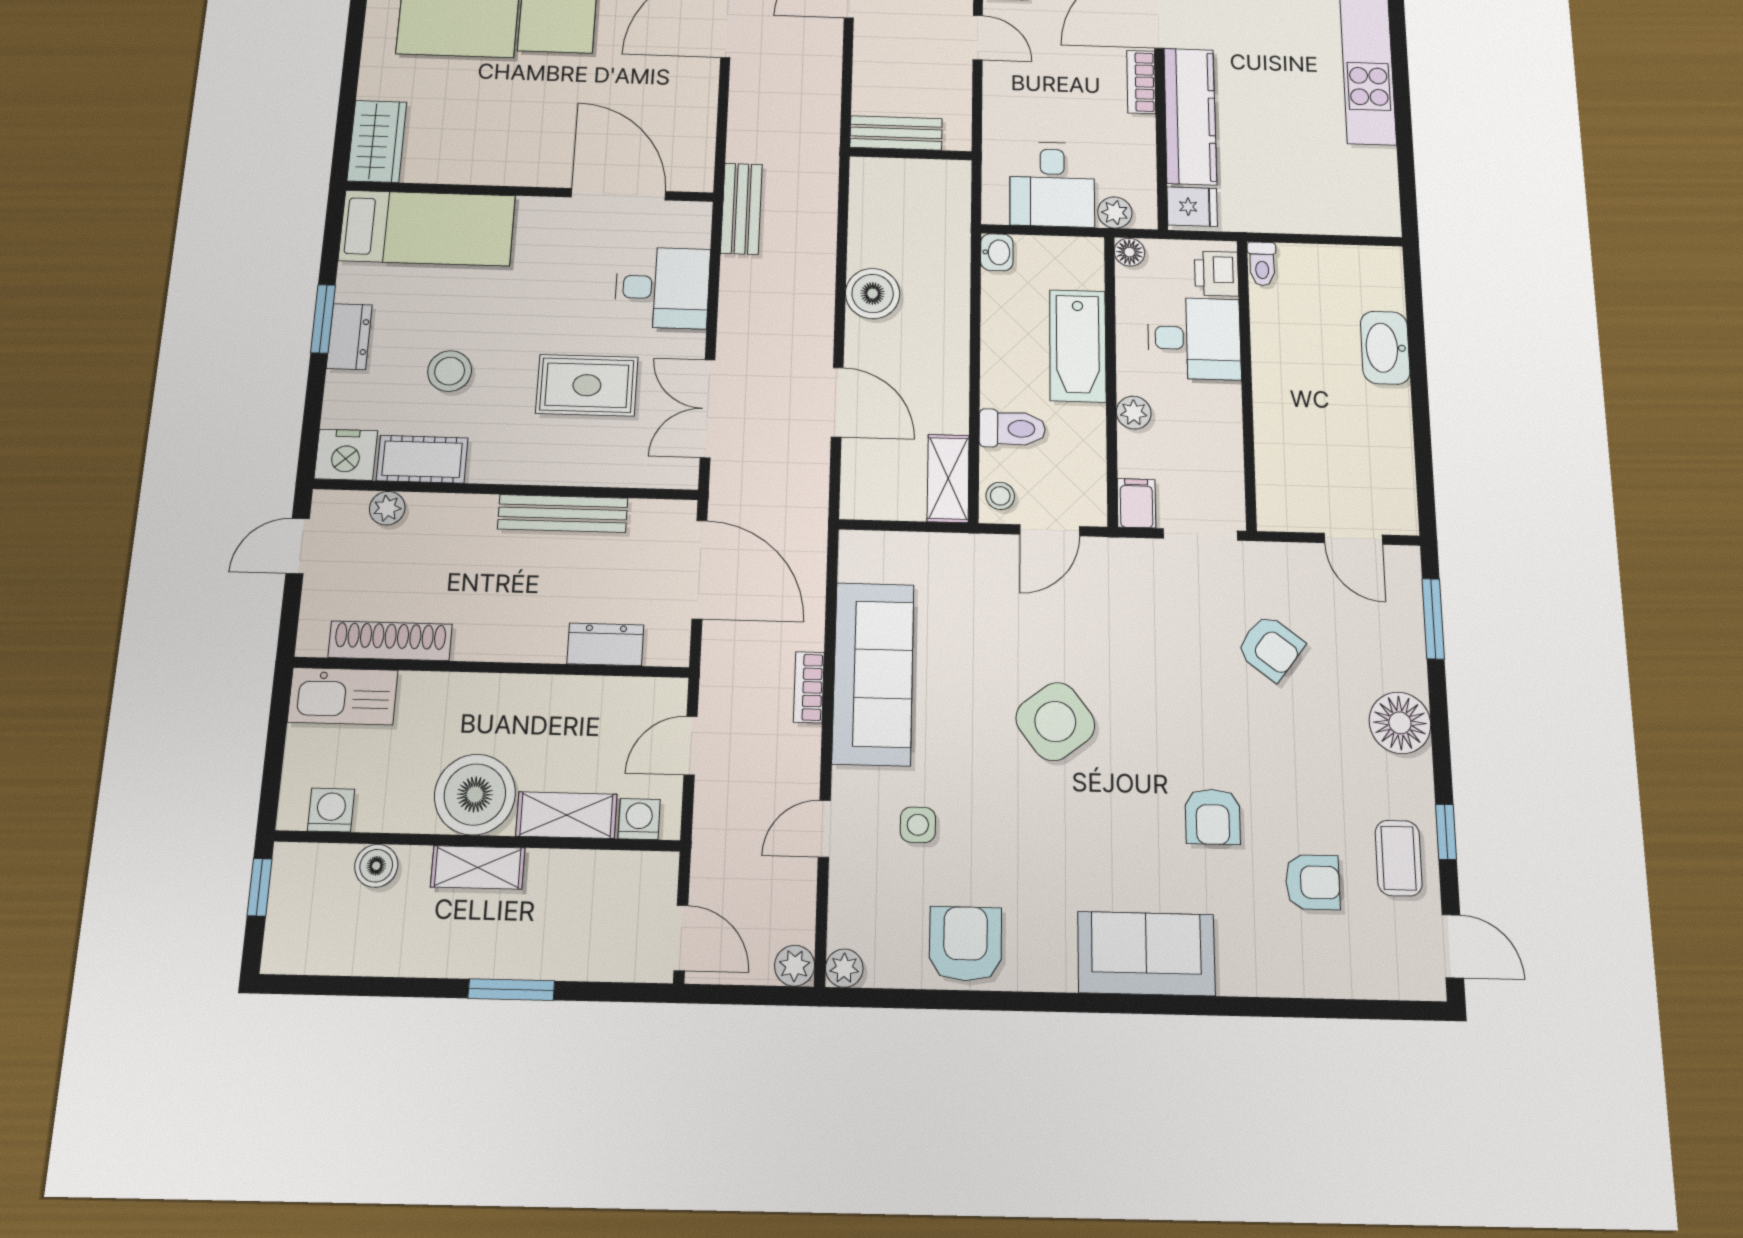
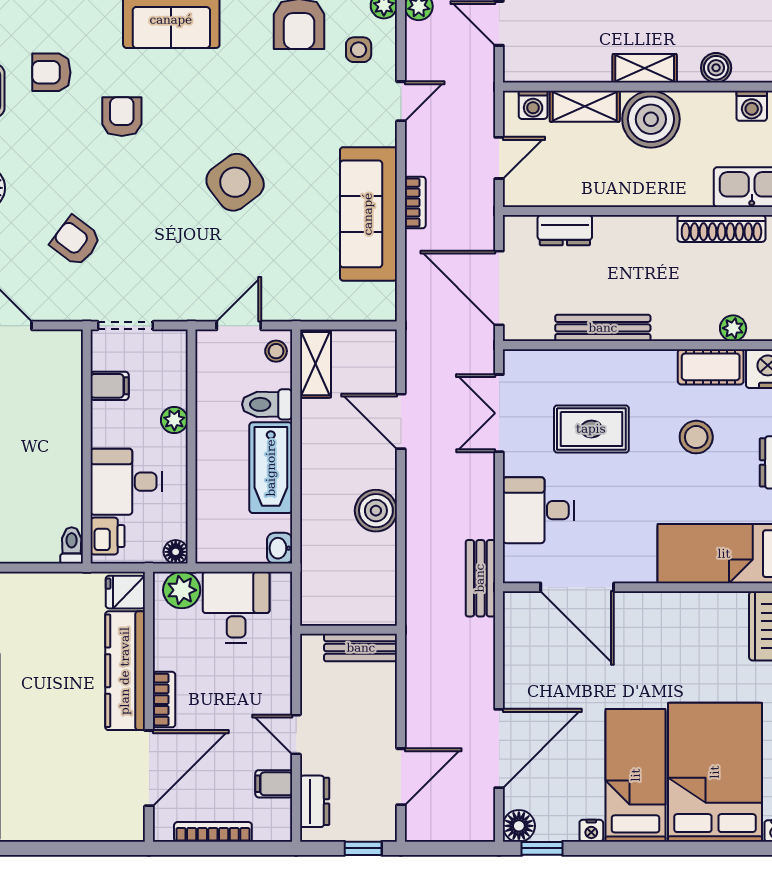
plant: (1115, 213) -> (182, 590), width x1.38, depth x1.38
bathtub: (1078, 346) -> (271, 468), moved, turned 180
double door: (708, 409) -> (499, 413), swing flipped
filing cabinet: (1136, 503) -> (110, 386), moved, turned -90
side table: (918, 825) -> (359, 50), moved

